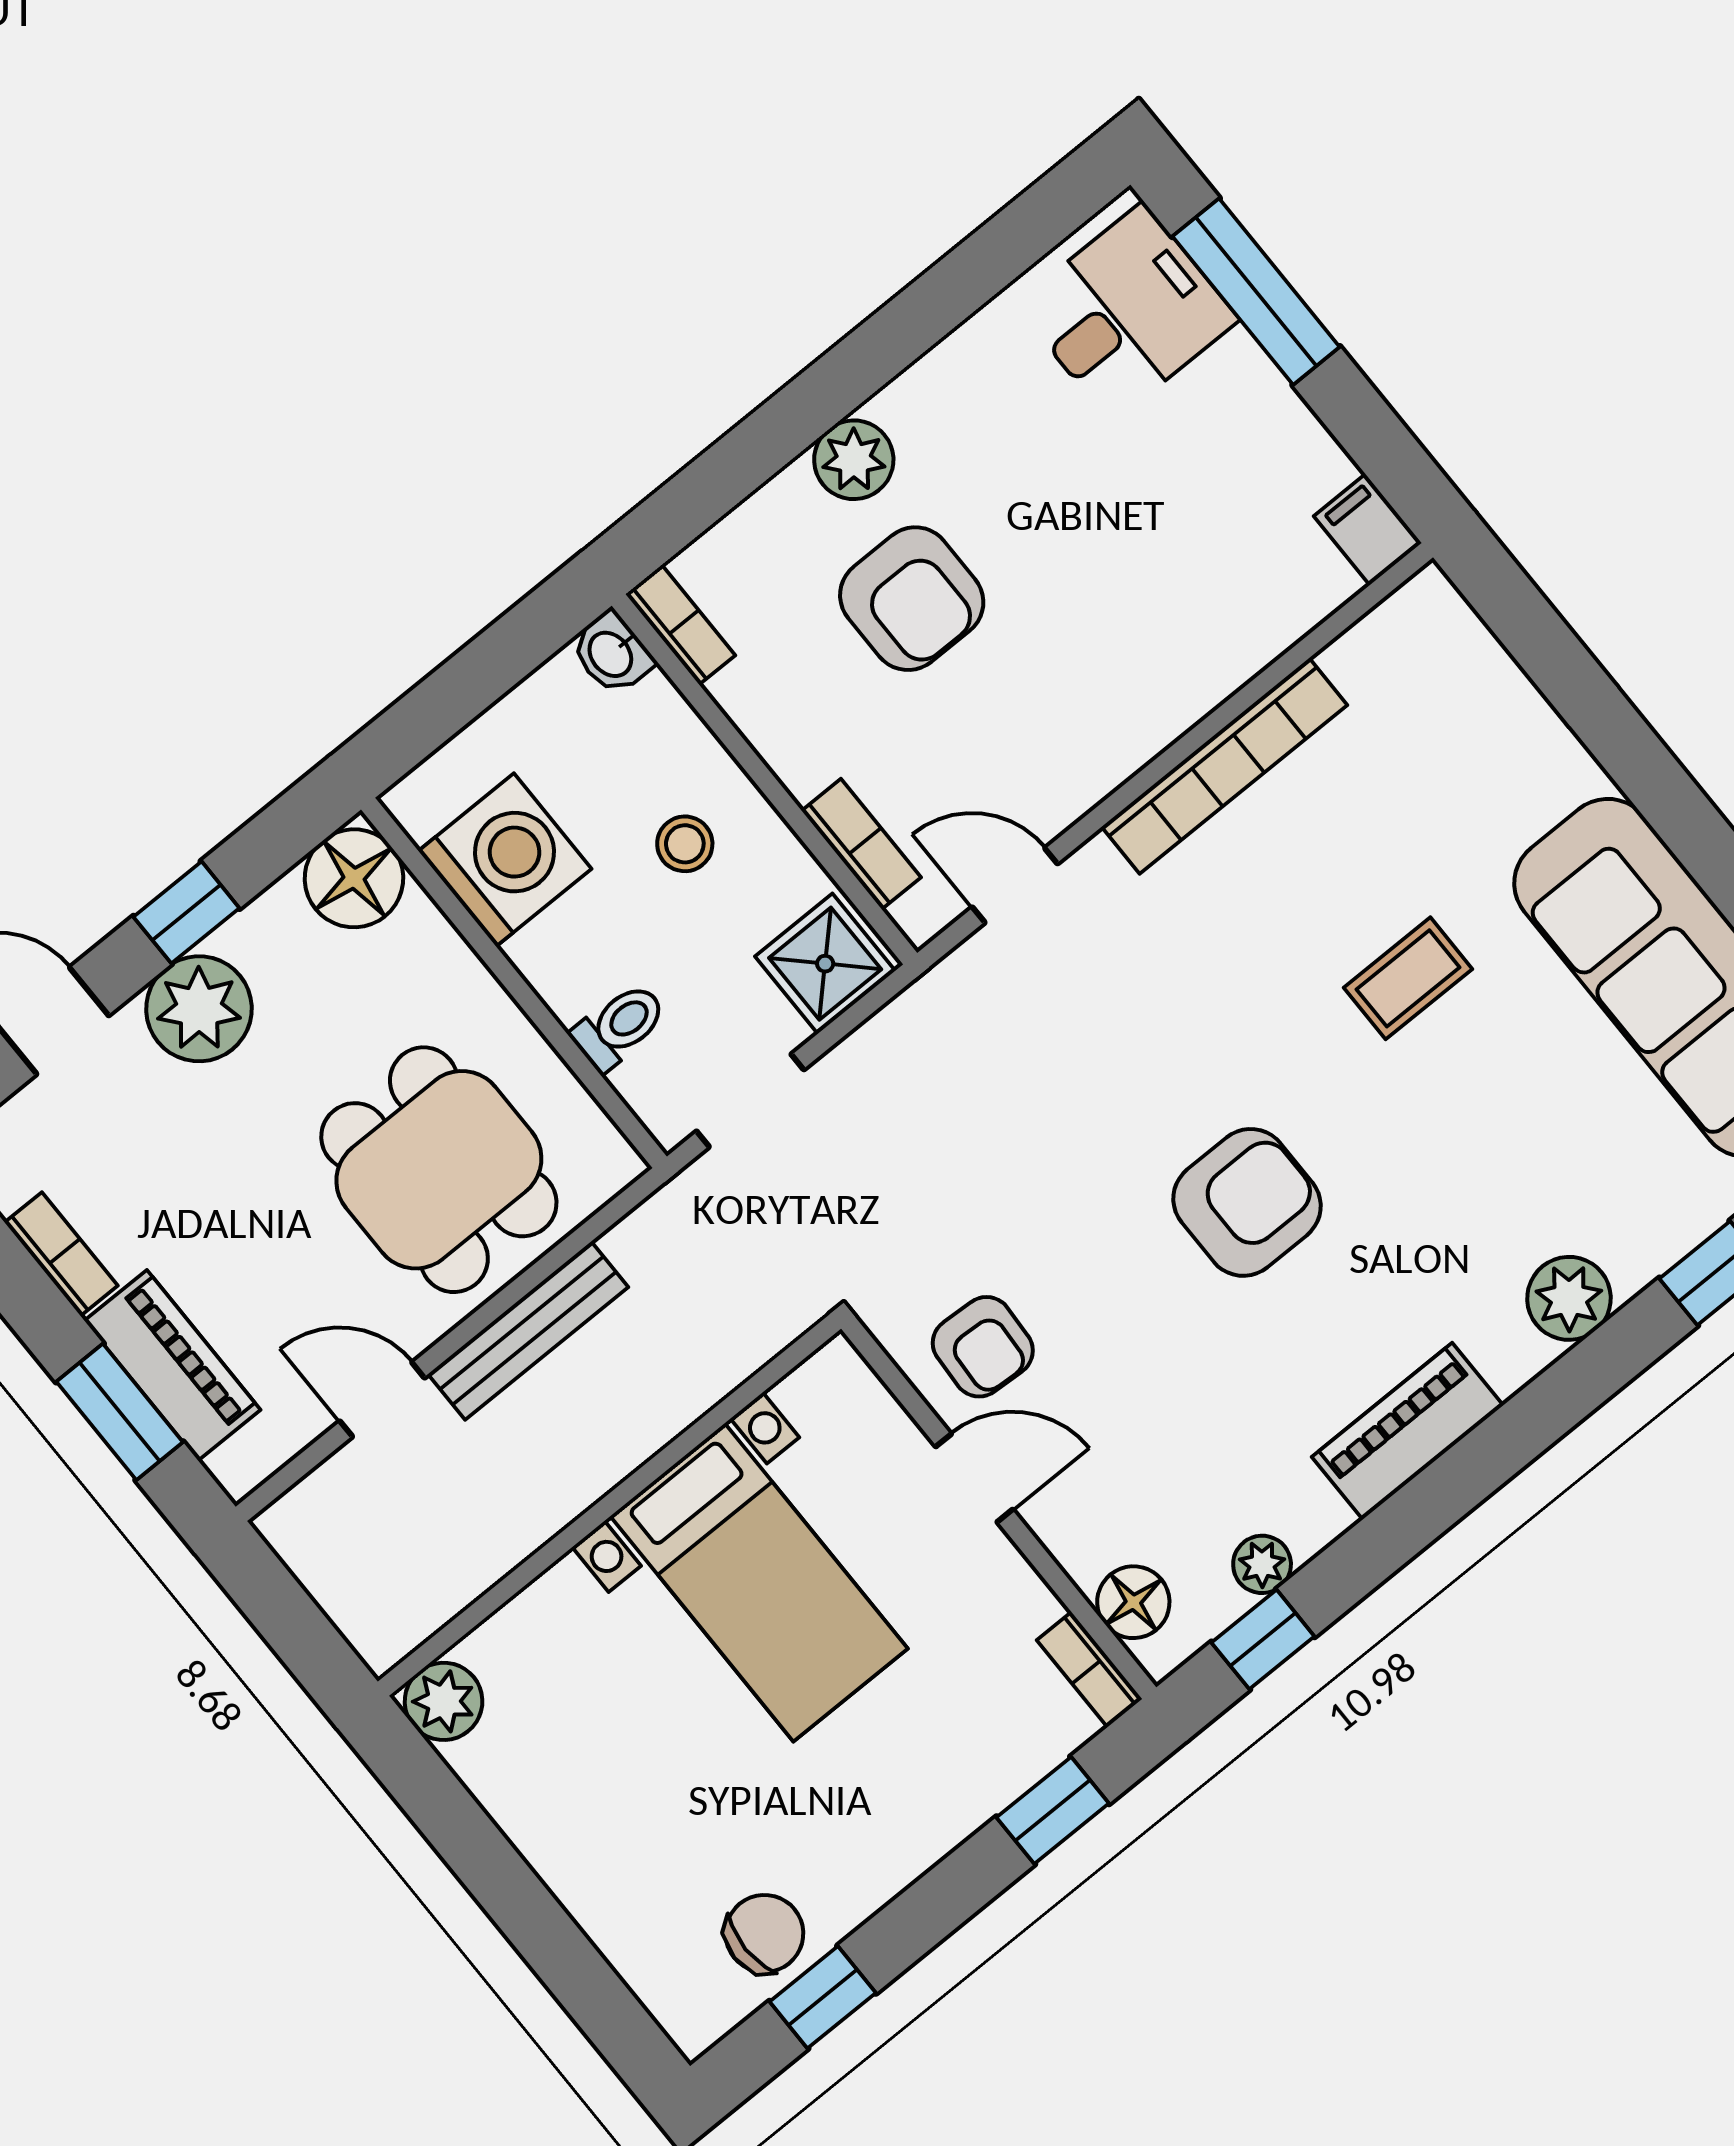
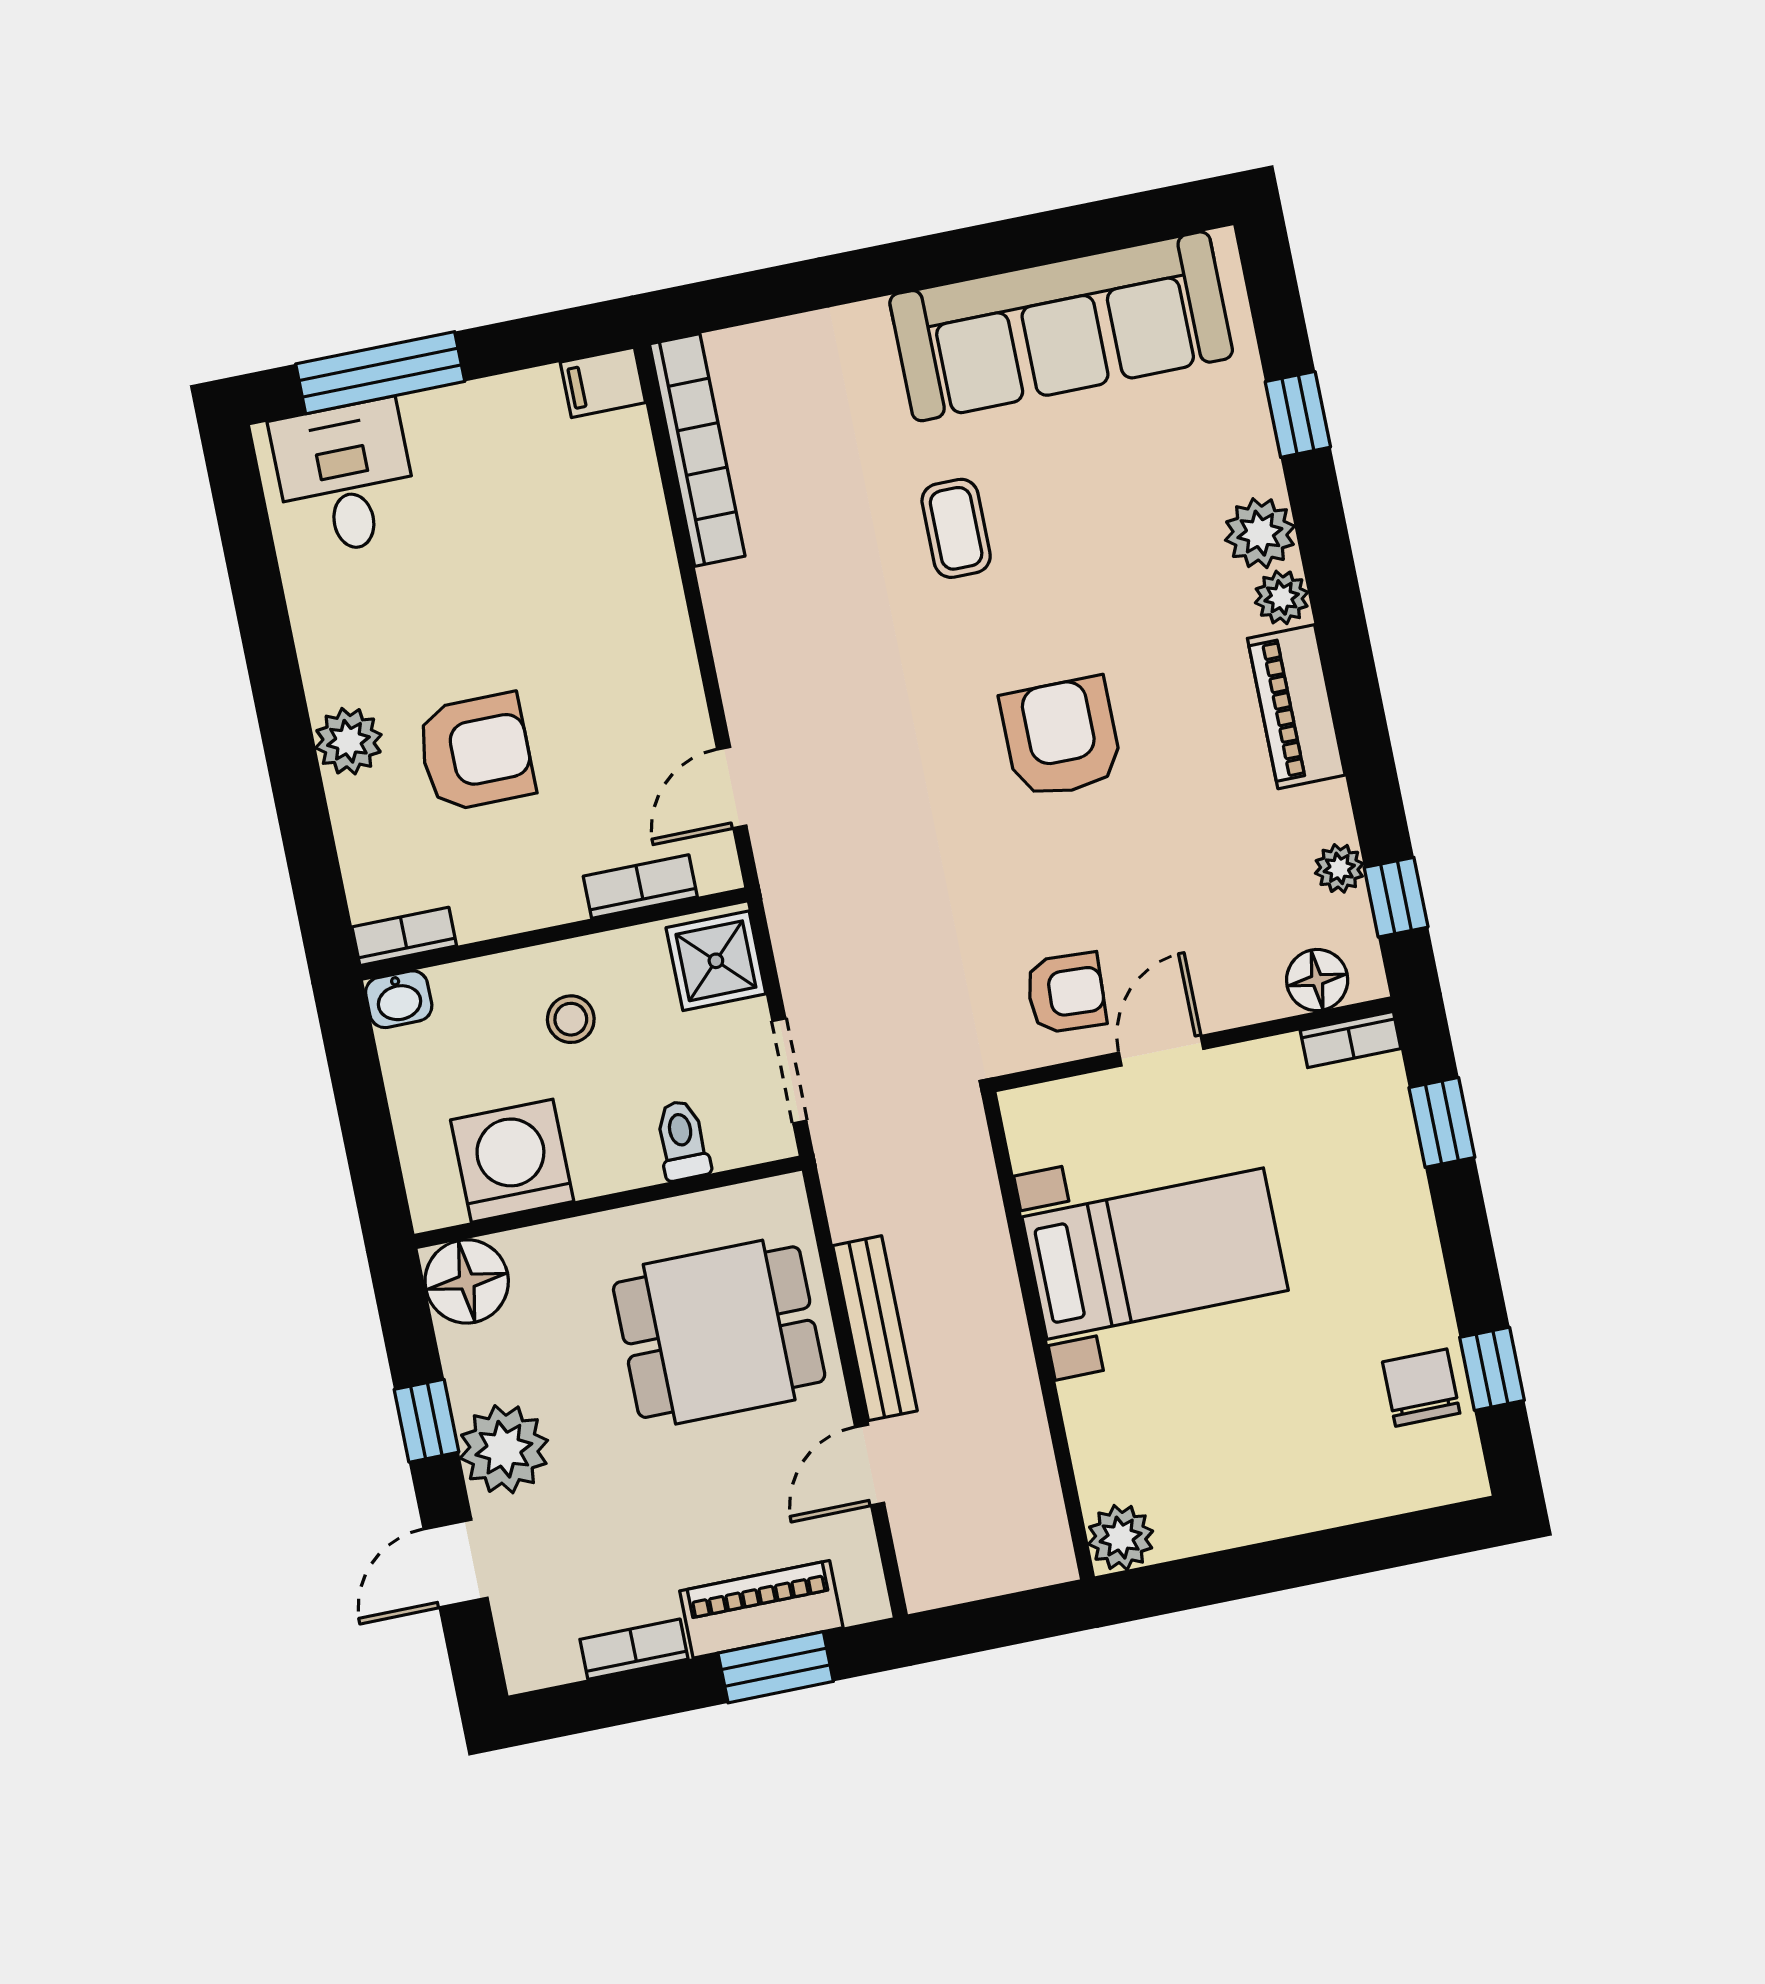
bookcase: (1224, 766) -> (697, 450), moved
plant: (1514, 1356) -> (1282, 597), added

